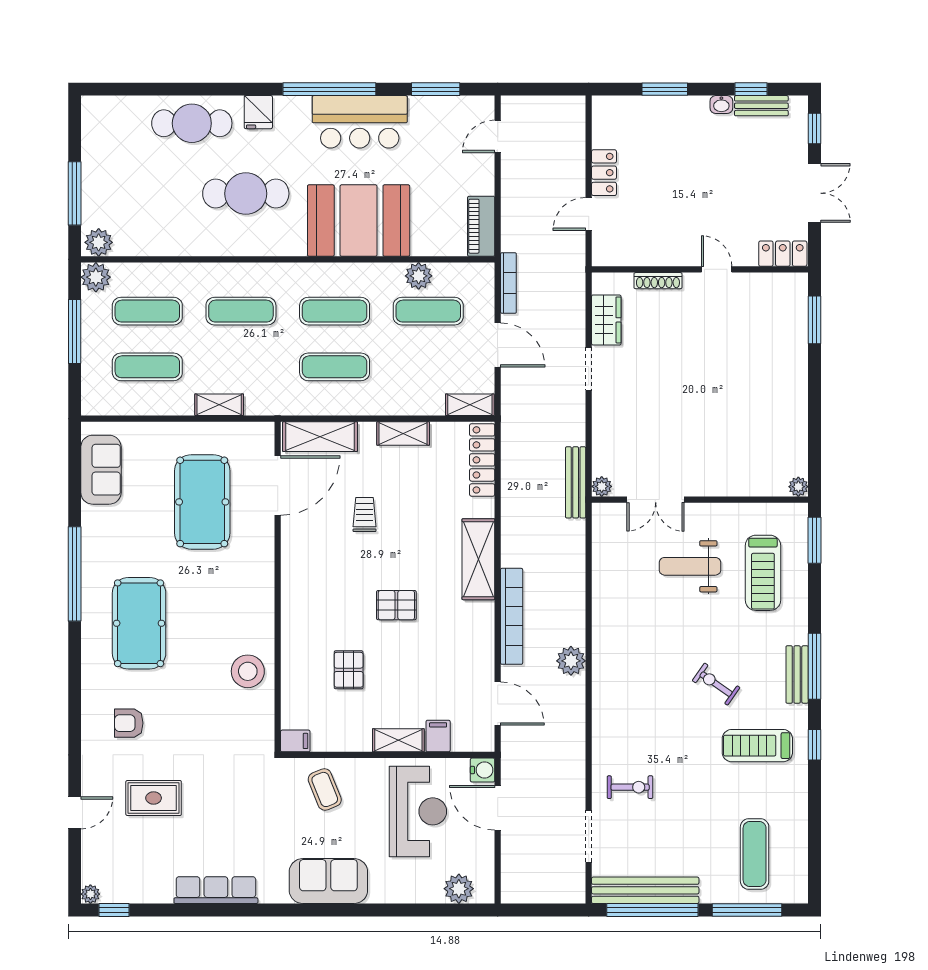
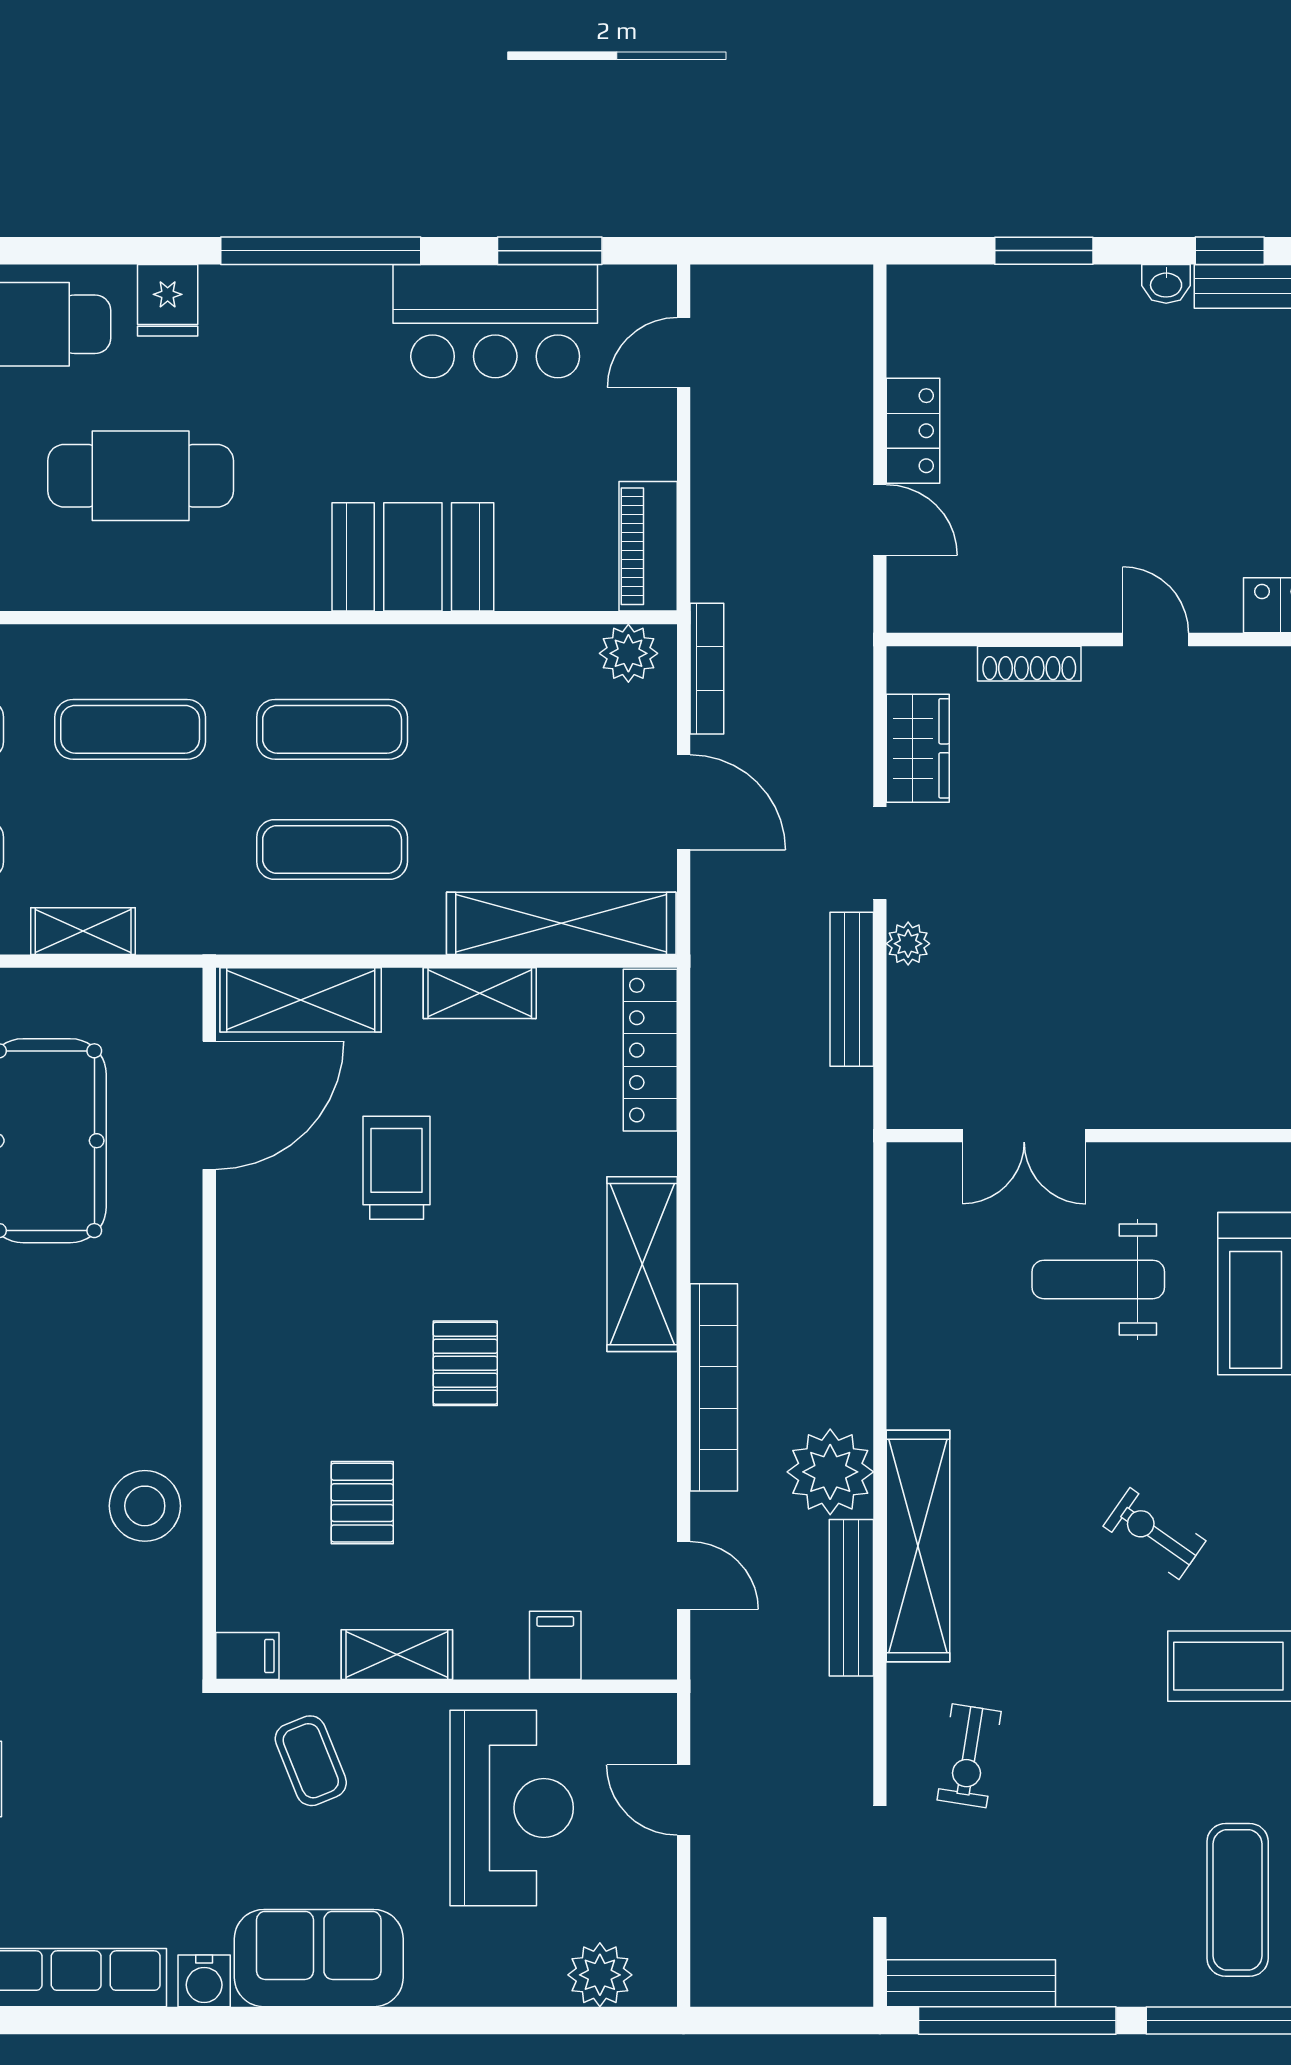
bar counter: (360, 122) -> (495, 321), moved
door: (589, 214) -> (880, 520), swing flipped
booth: (359, 221) -> (413, 557), width x0.73, depth x0.70
plant: (419, 276) -> (628, 653), moved
exercise mat: (428, 311) -> (534, 729), removed
shelving: (470, 405) -> (561, 923), width x2.20, depth x1.33
bench: (576, 482) -> (852, 989), moved
plant: (602, 486) -> (908, 944), moved
trolley: (365, 514) -> (397, 1168), width x1.36, depth x1.39
pallet: (396, 605) -> (465, 1363), turned 90
plant: (571, 661) -> (830, 1472), width x1.36, depth x1.36
shelving: (606, 690) -> (918, 1546), added
door: (498, 704) -> (684, 1575), width x0.73
bench: (575, 714) -> (851, 1598), added
shelving: (398, 740) -> (397, 1655), moved
water cooler: (483, 770) -> (204, 1981), moved, turned 90
exercise bike: (630, 787) -> (969, 1756), turned 99
door: (498, 808) -> (684, 1800), width x0.73
bench: (645, 890) -> (971, 1983), width x0.73, depth x0.82

